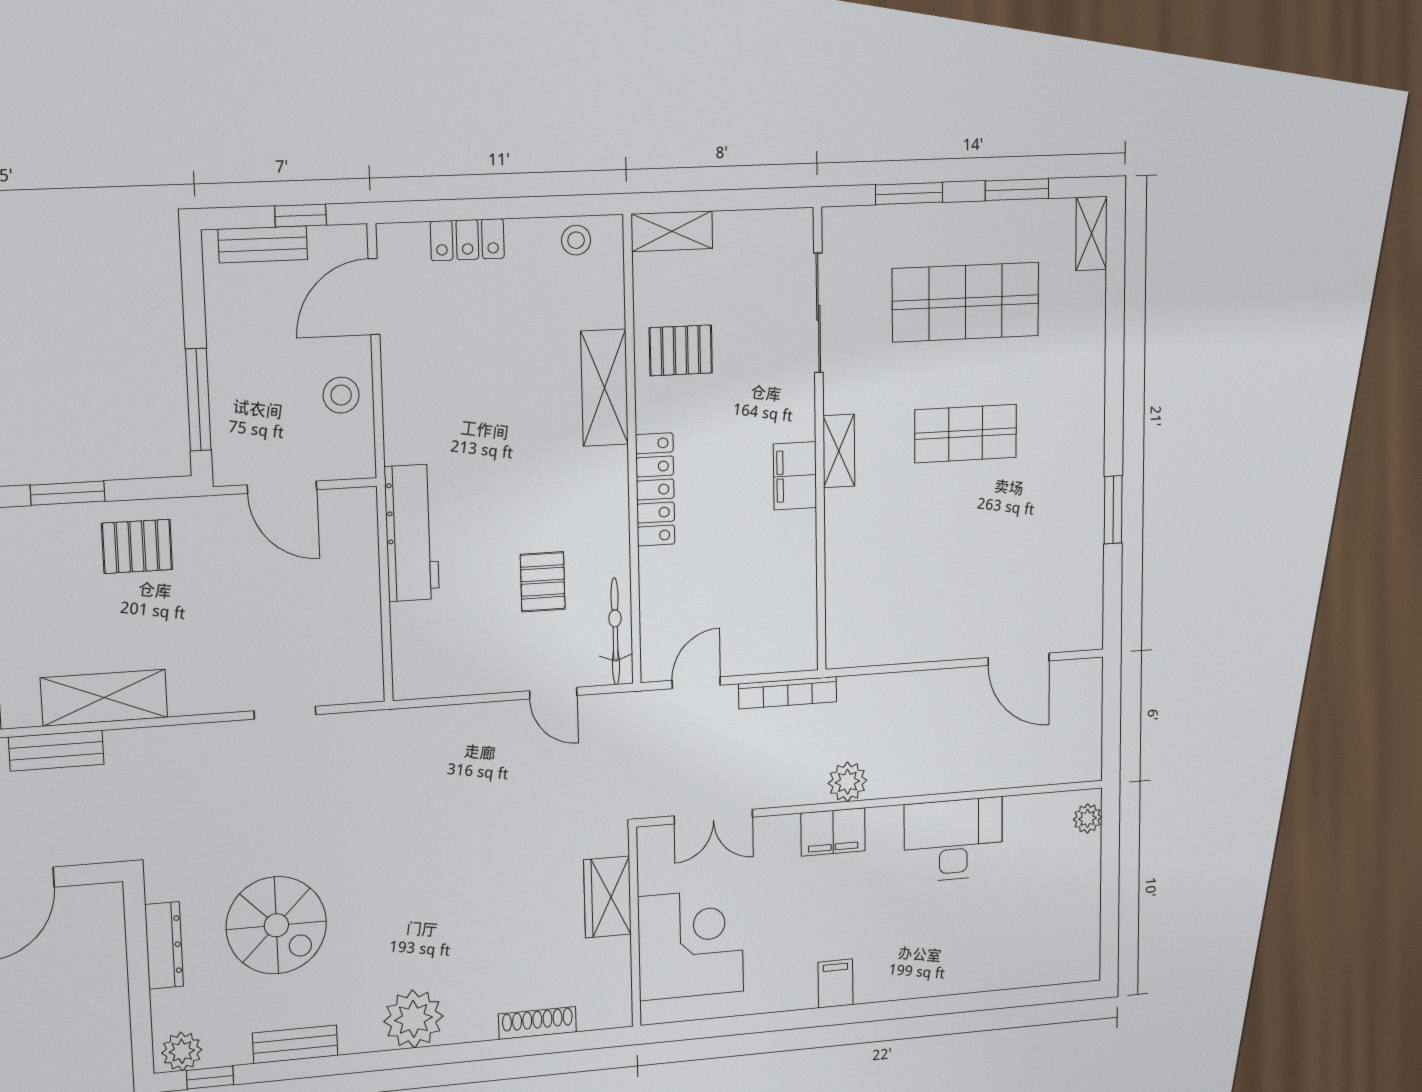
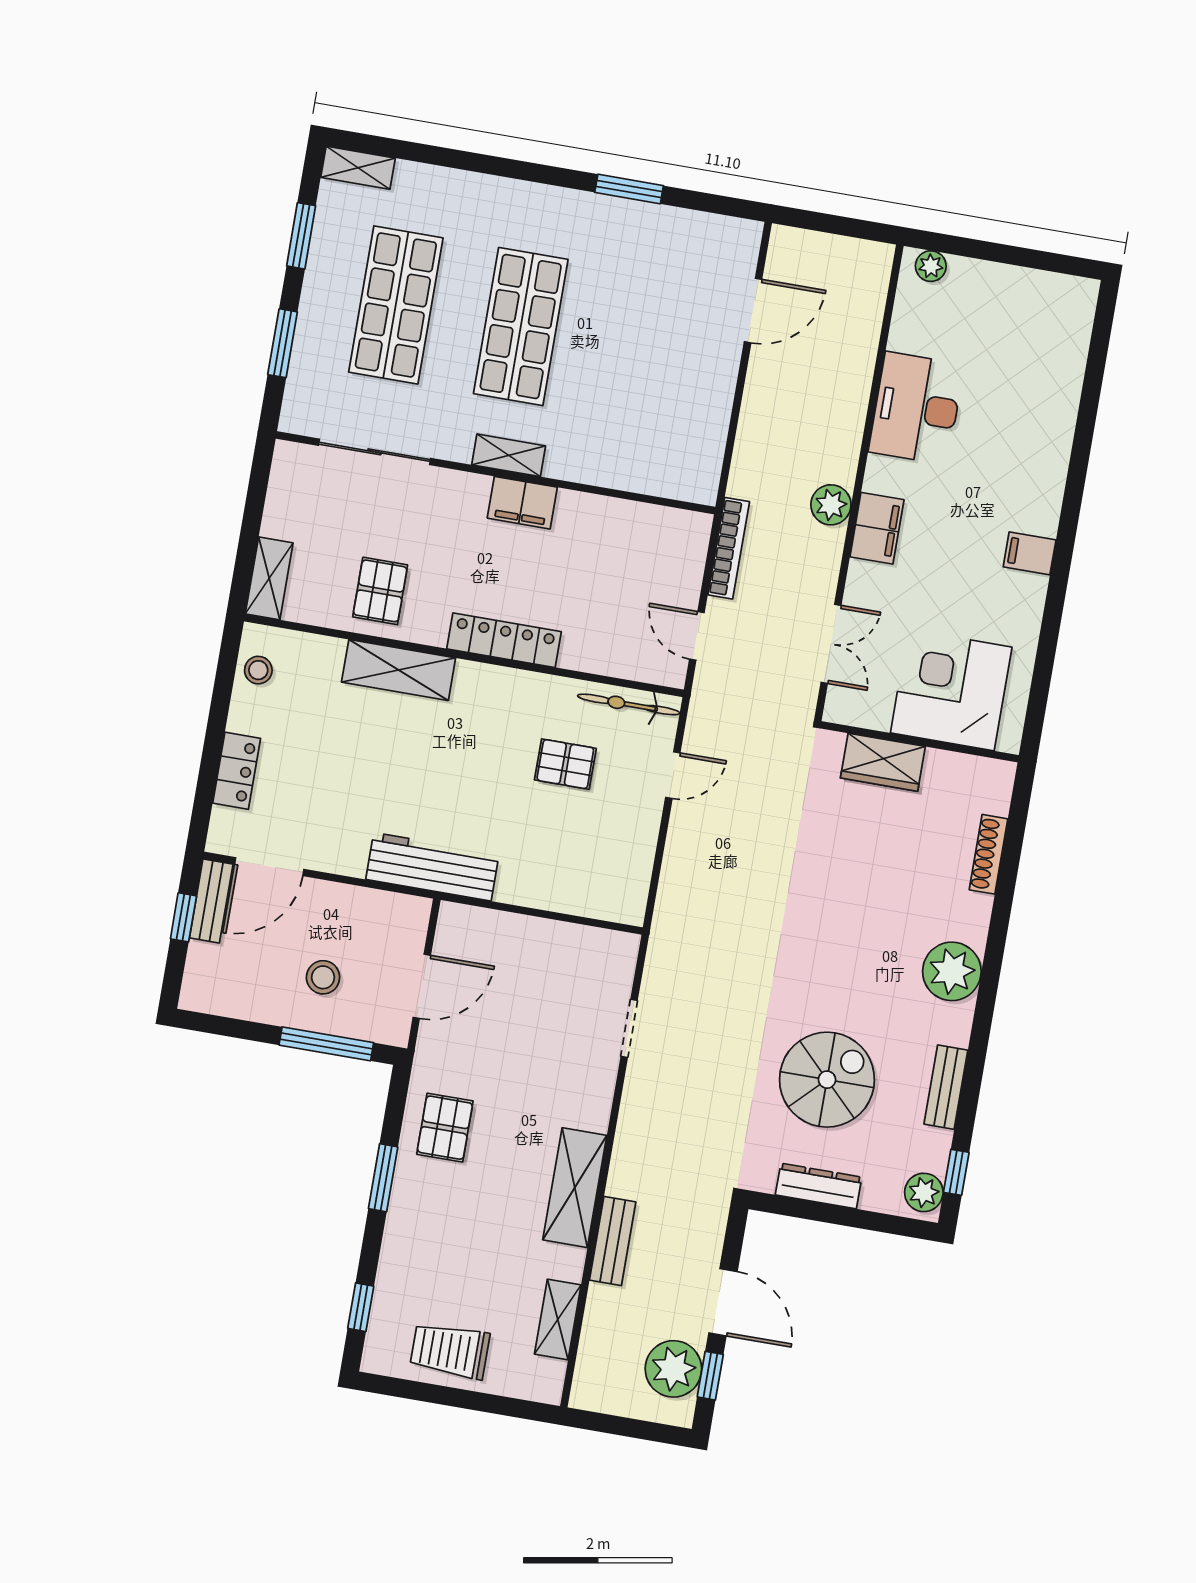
bench: (263, 244) -> (211, 901), moved
door: (374, 297) -> (269, 867), hinge flipped
stool: (341, 395) -> (323, 977), moved
shop shelf: (966, 434) -> (521, 327), width x1.43, depth x1.36
workbench: (412, 533) -> (432, 867), moved

